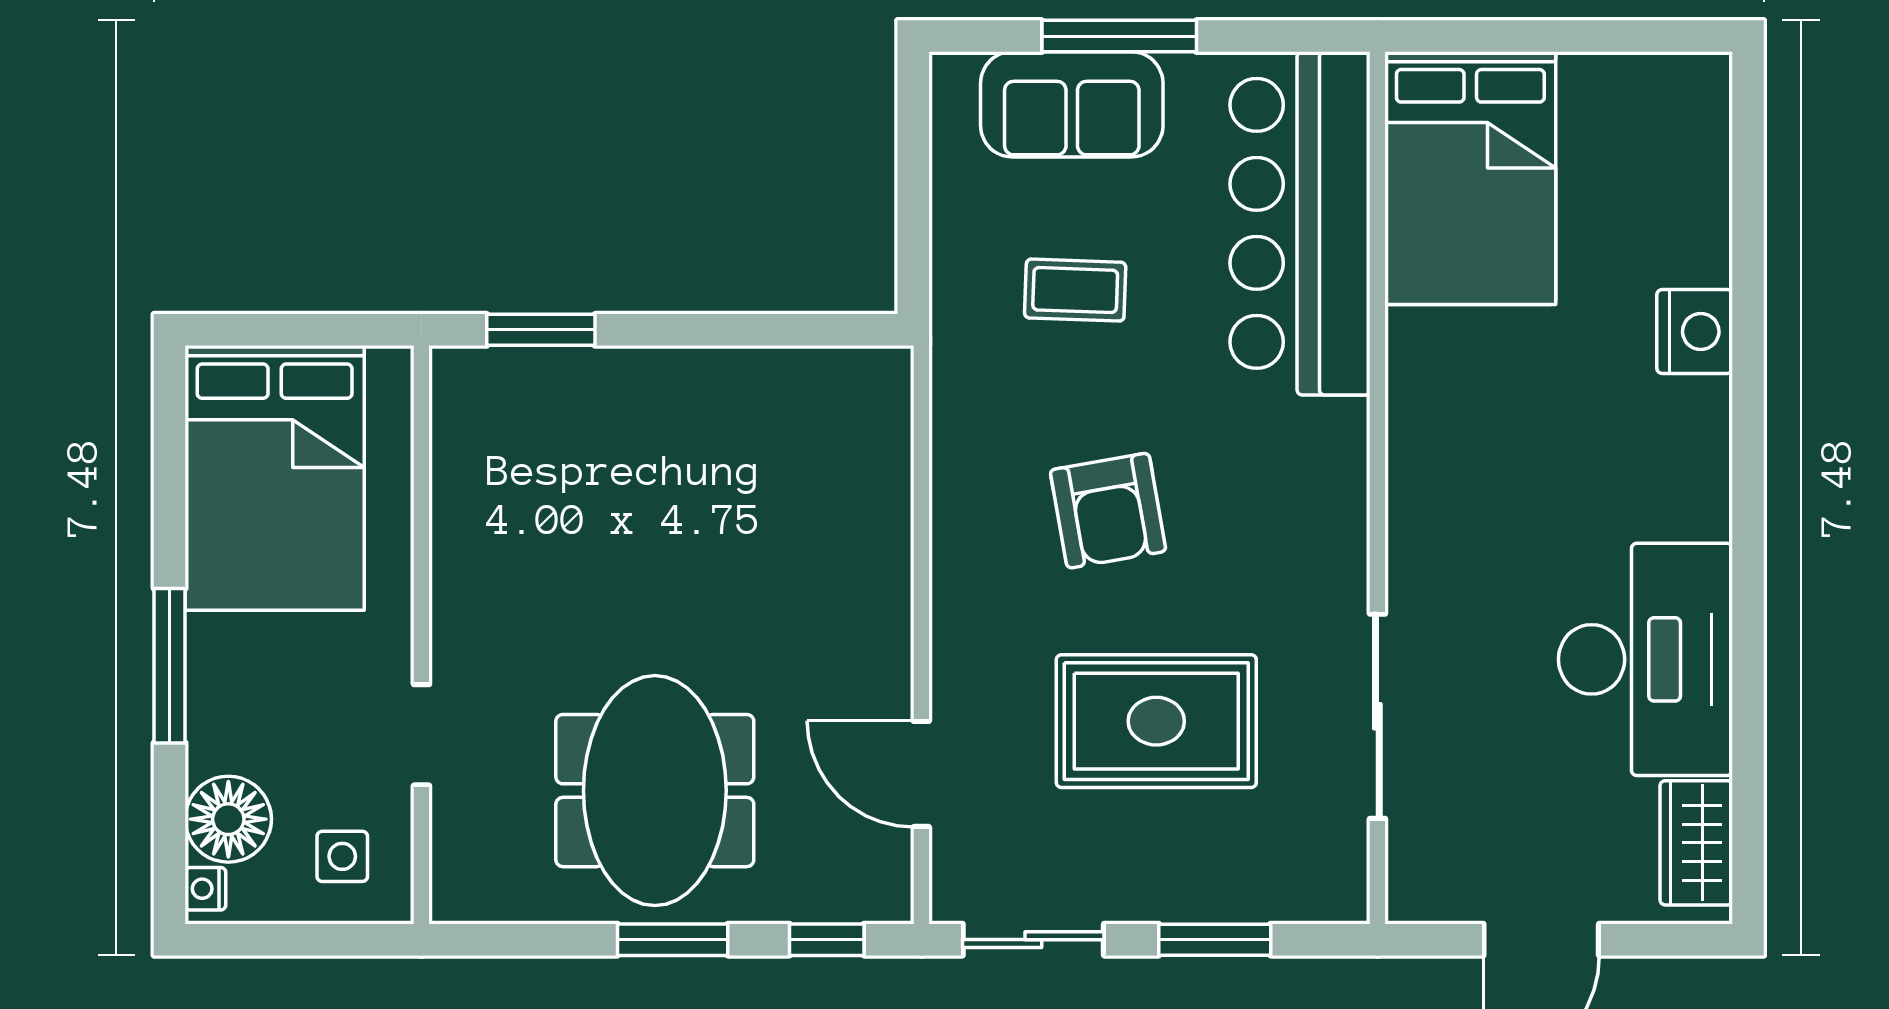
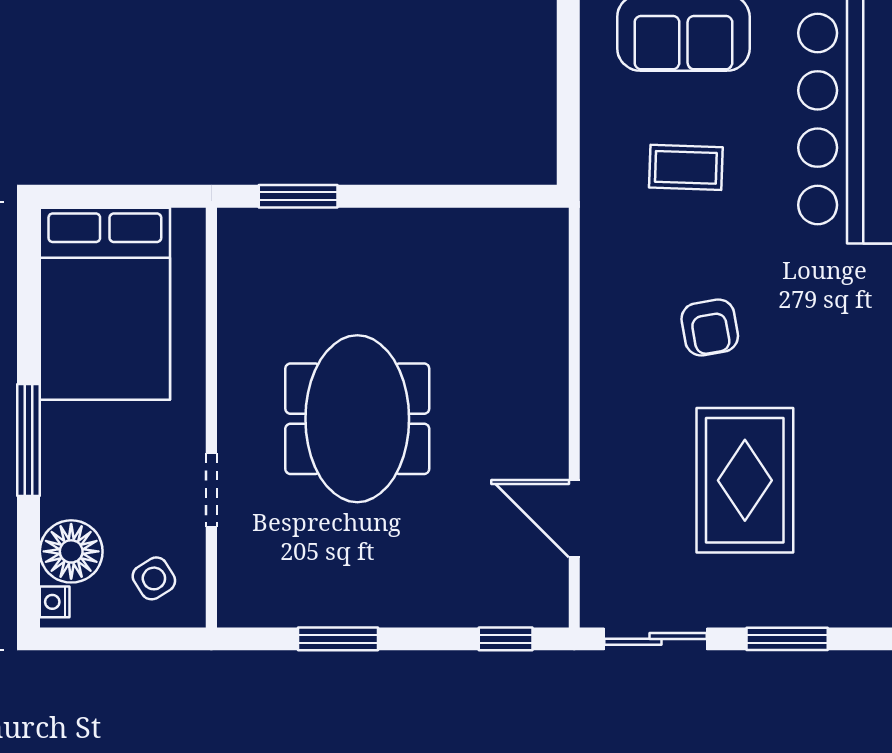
armchair: (1108, 511) -> (710, 327), width x0.72, depth x0.72
rug: (1156, 721) -> (745, 480), turned 90
meeting table: (655, 791) -> (357, 419), moved
side table: (342, 856) -> (154, 578), turned -32
window: (673, 940) -> (338, 639), moved

